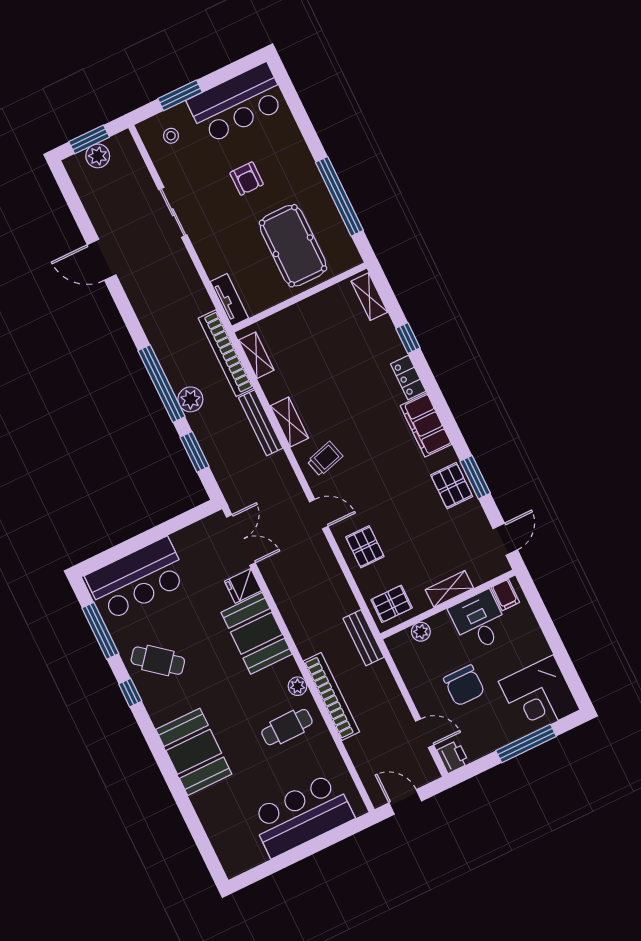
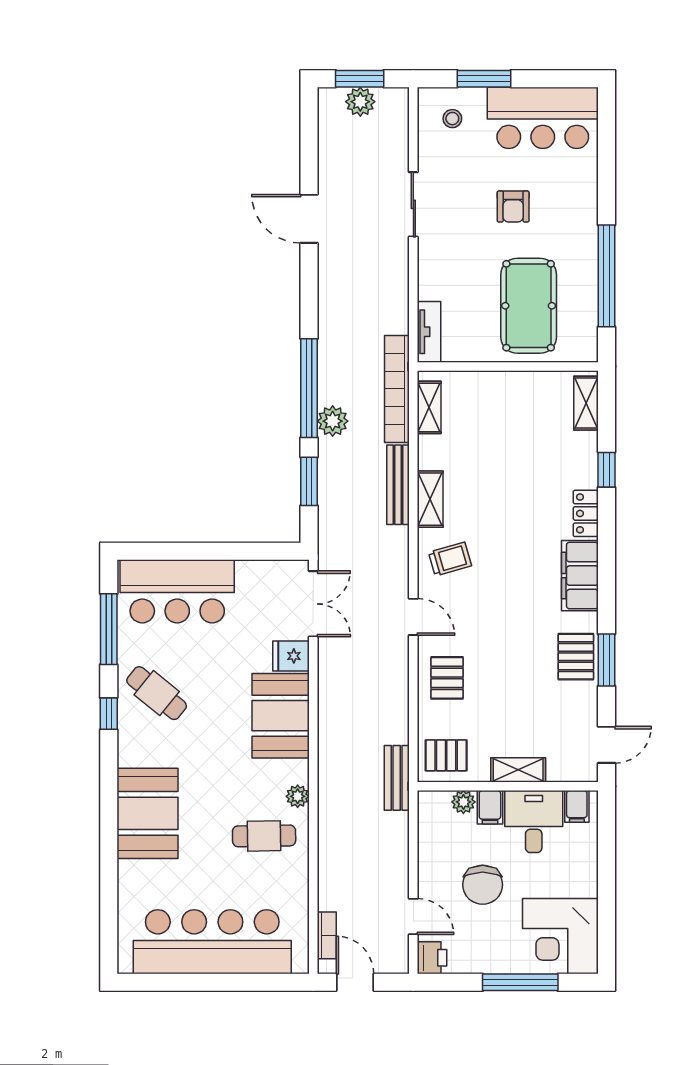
filing cabinet: (442, 626) -> (490, 807), added
bookcase: (331, 697) -> (327, 935), moved, width x0.43, depth x0.76
bar counter: (302, 815) -> (212, 942), width x1.36

